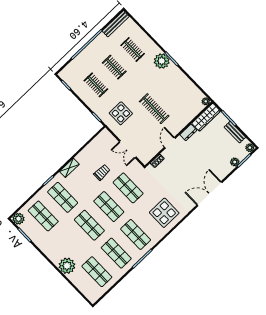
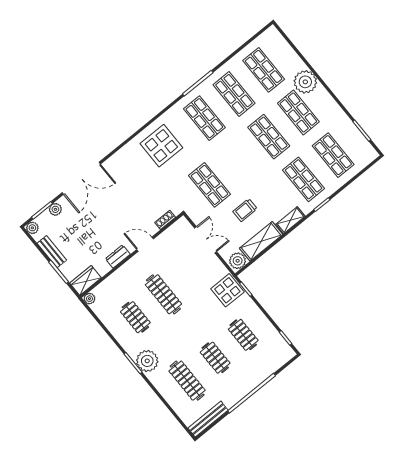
clothes rail: (133, 49) -> (187, 381), width x1.36
clothes rail: (172, 91) -> (135, 317), added
display table: (121, 113) -> (227, 290), moved
wardrobe: (206, 117) -> (85, 280), width x0.67
door: (170, 143) -> (145, 244), swing flipped
shelving: (89, 151) -> (261, 241), added
double door: (210, 194) -> (81, 178), moved
shop shelf: (109, 207) -> (298, 112), moved
plant: (18, 219) -> (238, 261), moved

